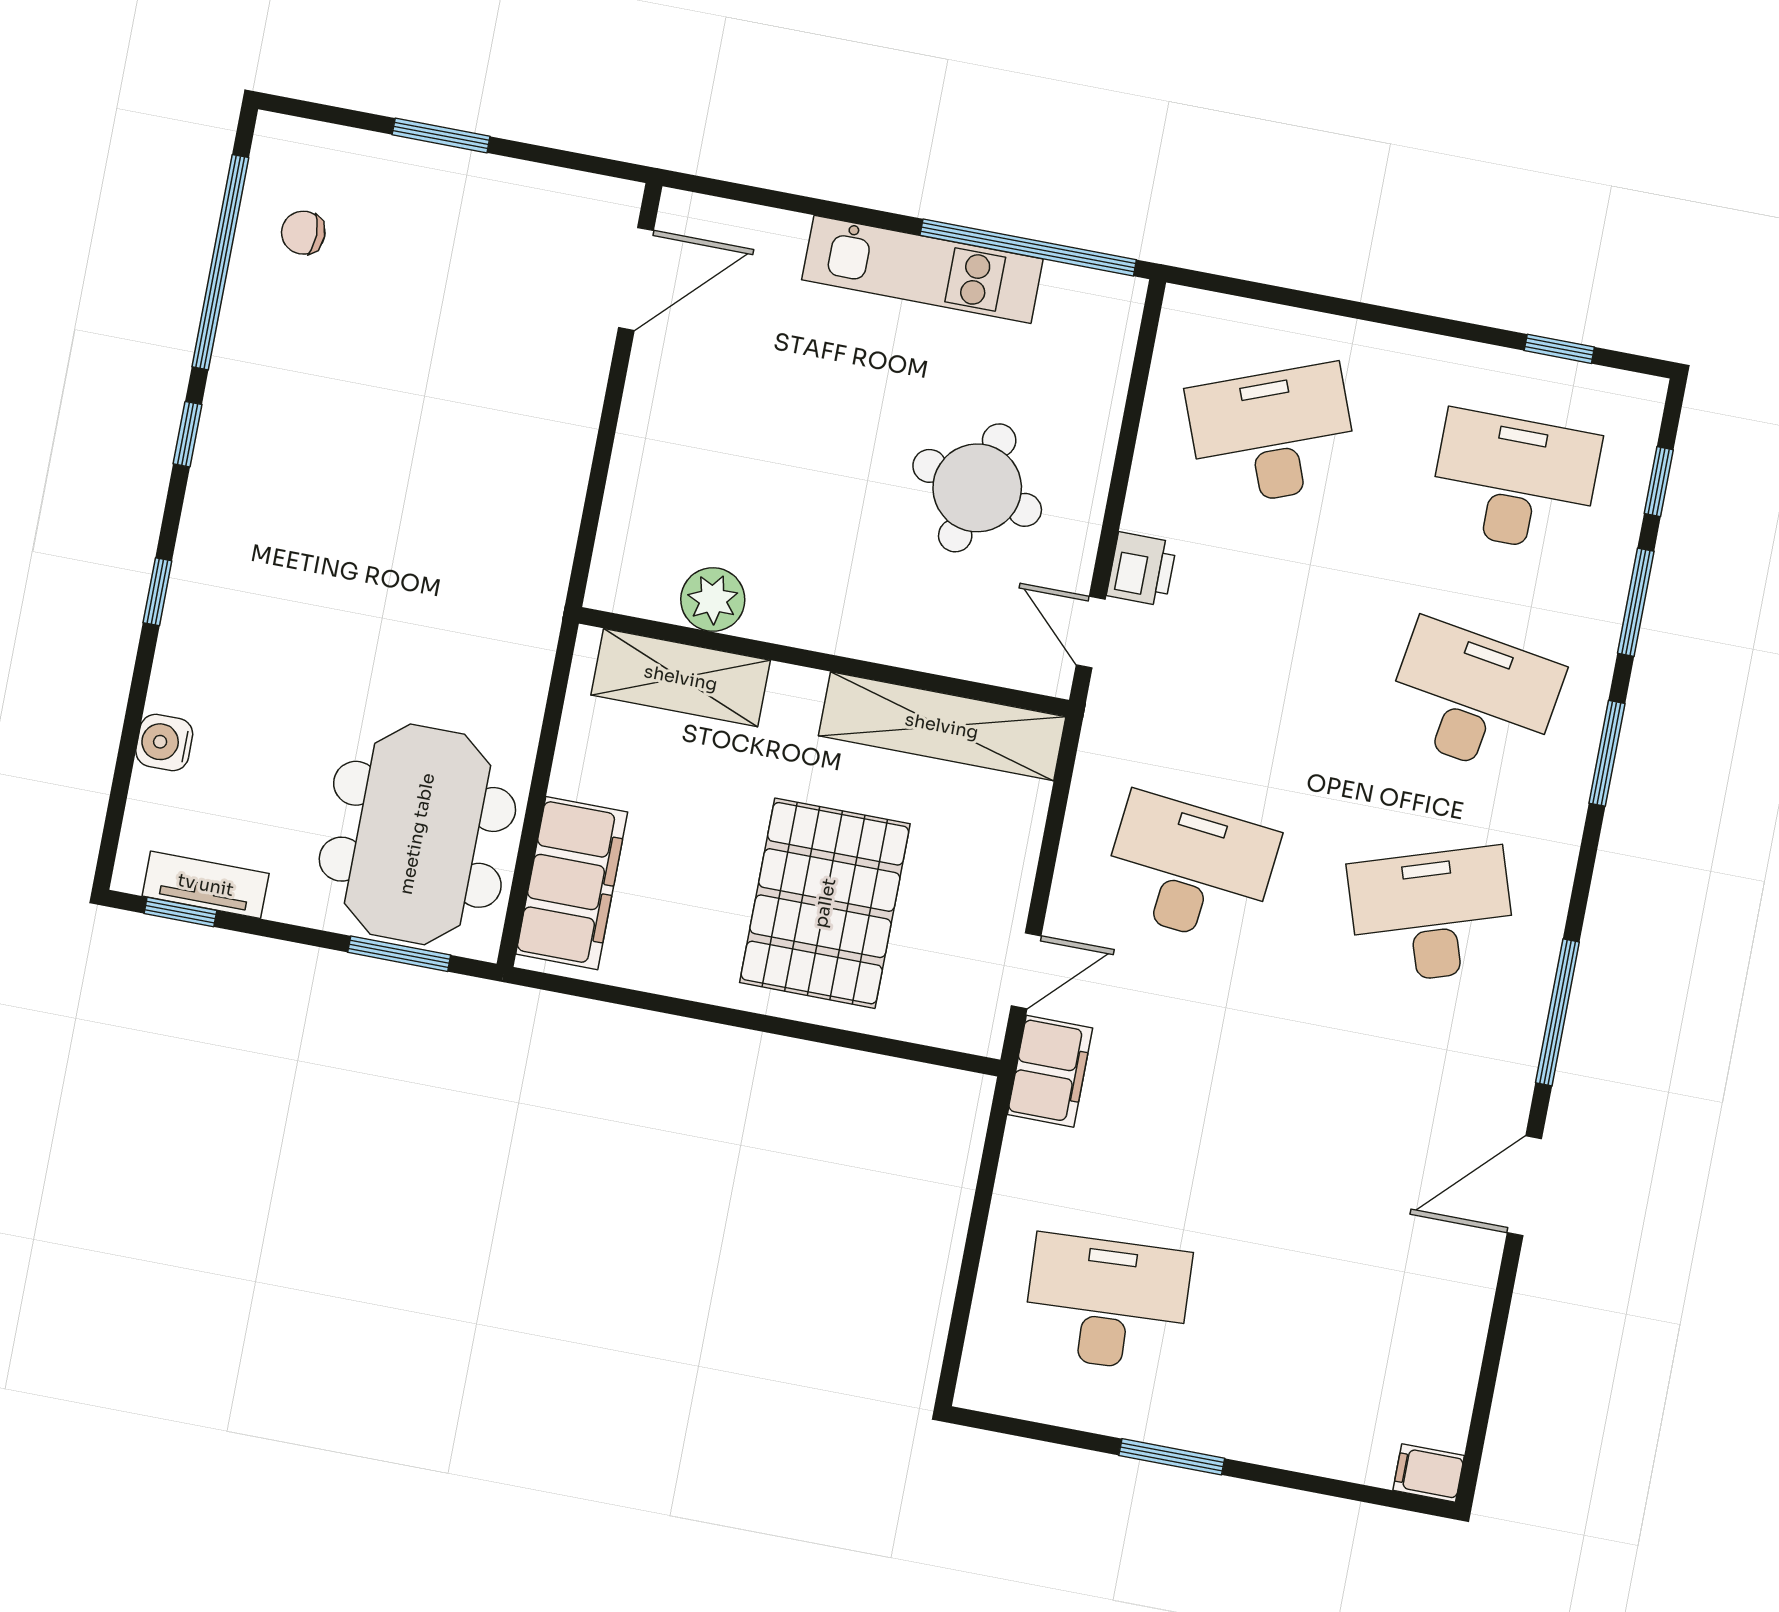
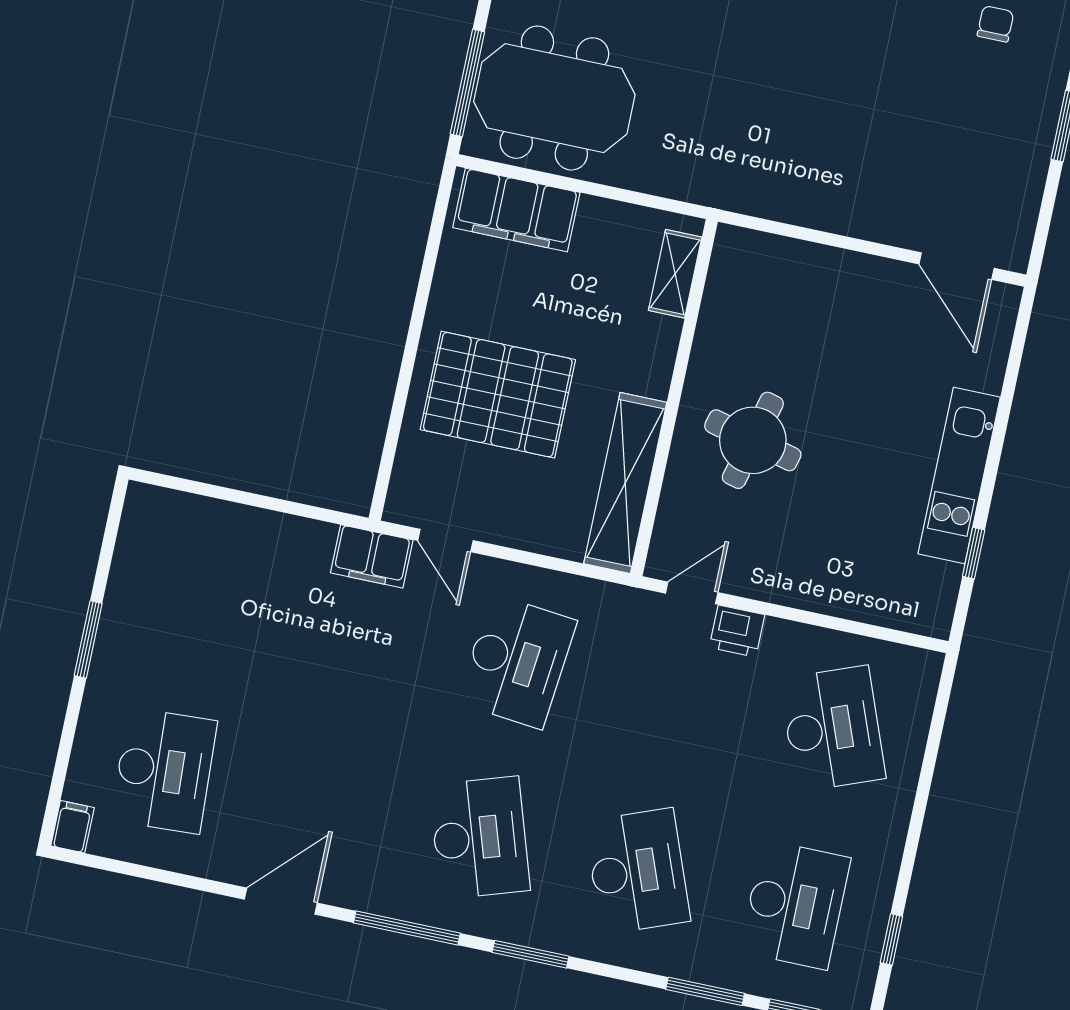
window: (1028, 247) -> (974, 553), width x0.32
round table: (977, 488) -> (753, 440), moved
plant: (713, 599) -> (721, 317), removed
shelving: (681, 678) -> (675, 274), width x0.67, depth x0.75
desk: (1473, 699) -> (637, 871), turned -30
window: (1607, 753) -> (531, 954), moved
window: (399, 954) -> (467, 83), width x1.44
door: (1524, 1186) -> (281, 901), hinge flipped
desk: (1107, 1303) -> (164, 771), moved

